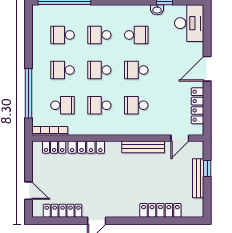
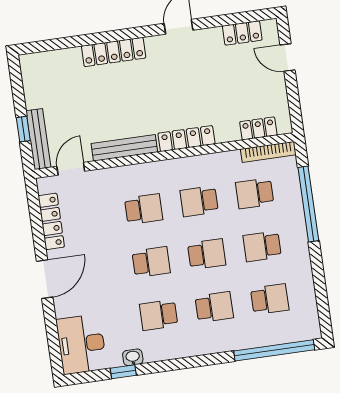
school desk: (63, 70) -> (262, 246), turned 180
school desk: (99, 105) -> (199, 201), turned 180
locker: (86, 147) -> (186, 139), moved
bench: (198, 178) -> (38, 139), moved
locker: (160, 210) -> (114, 52), moved
locker: (63, 211) -> (242, 33), width x0.66

